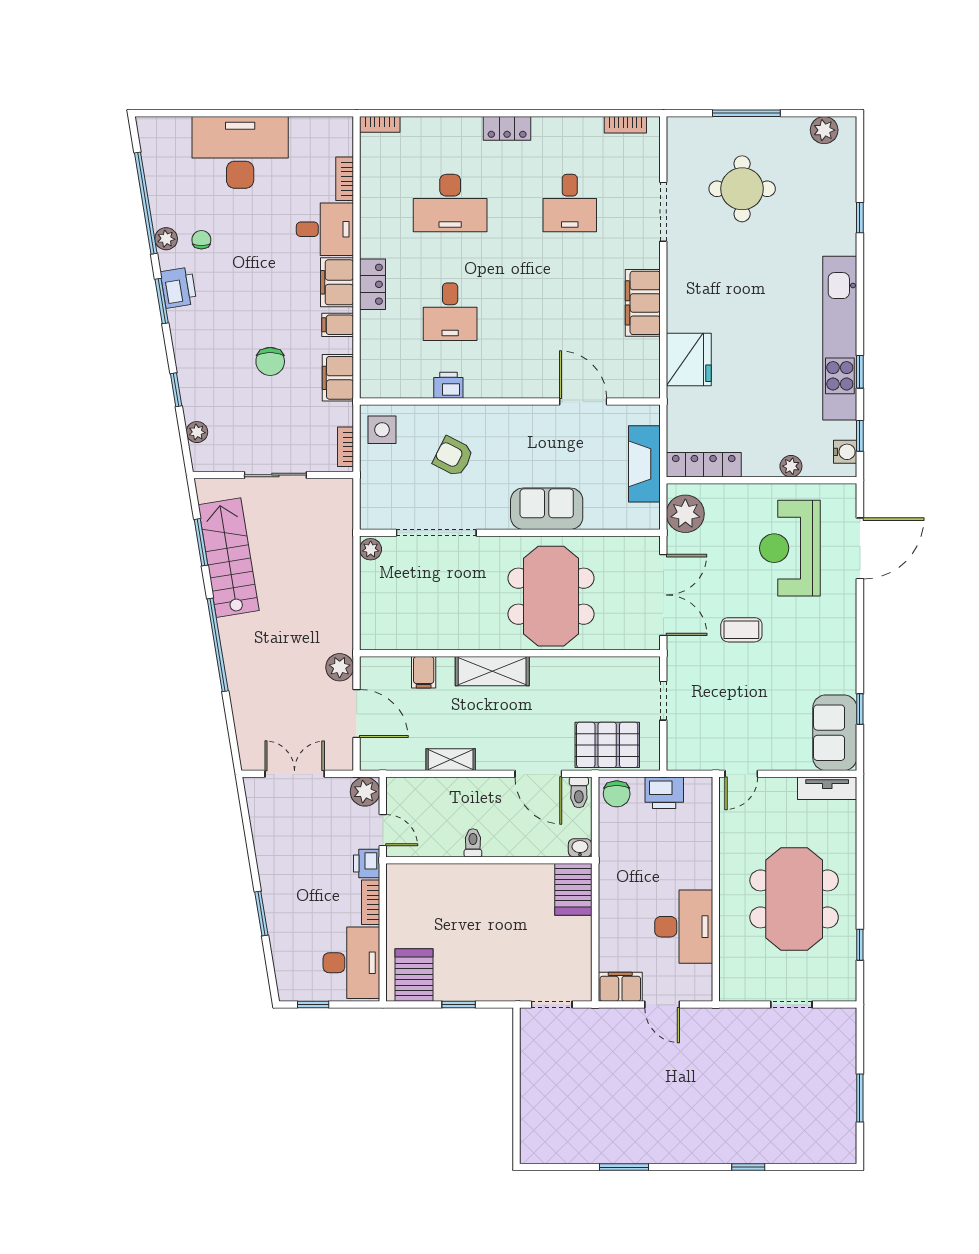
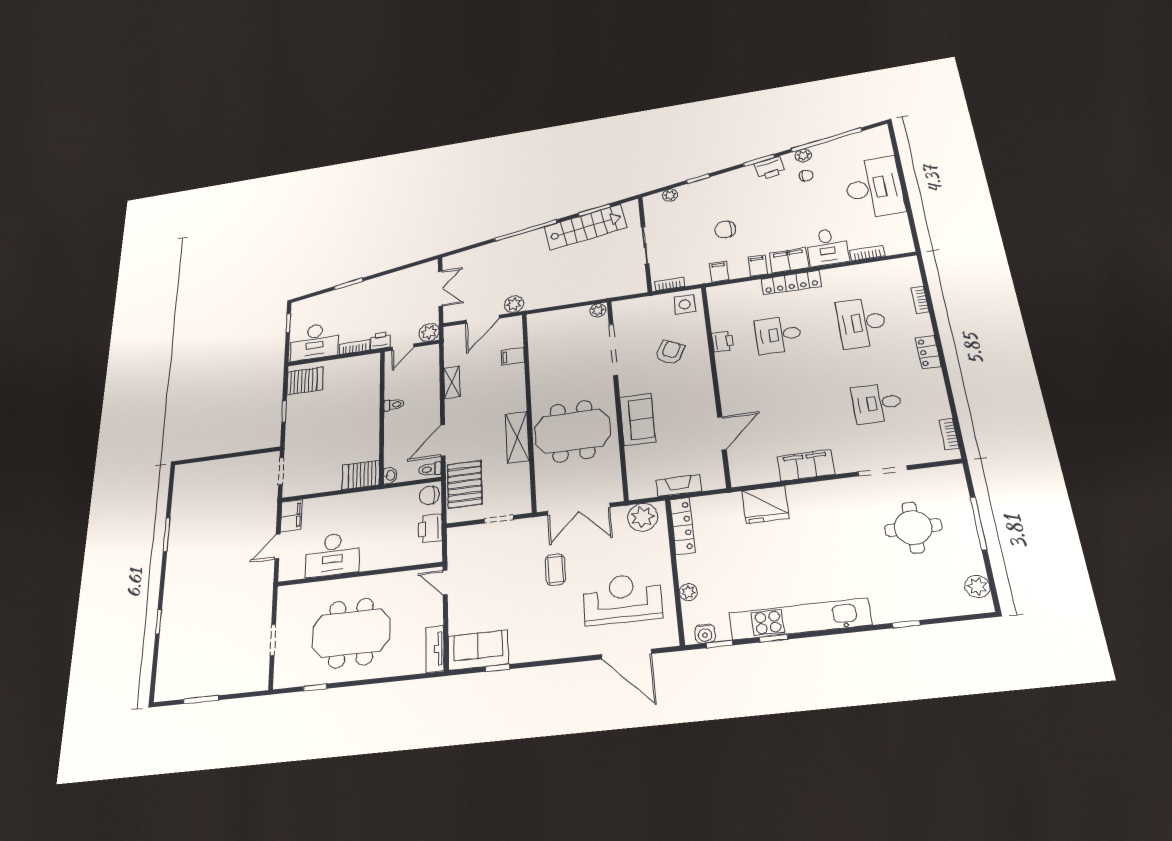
bookcase: (380, 124) -> (920, 300), moved
locker: (373, 284) -> (791, 283), width x1.53
filing cabinet: (338, 378) -> (719, 272), width x0.50
fireplace: (644, 464) -> (679, 486), width x0.73, depth x0.76
shelving: (492, 671) -> (517, 437), moved

